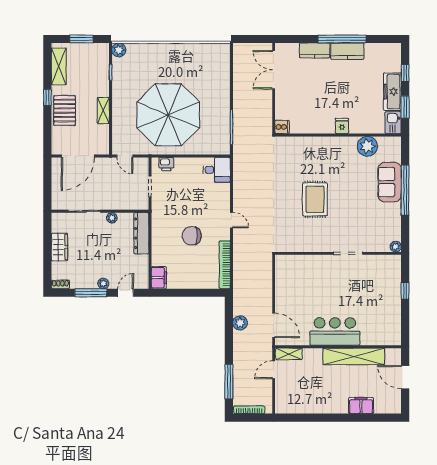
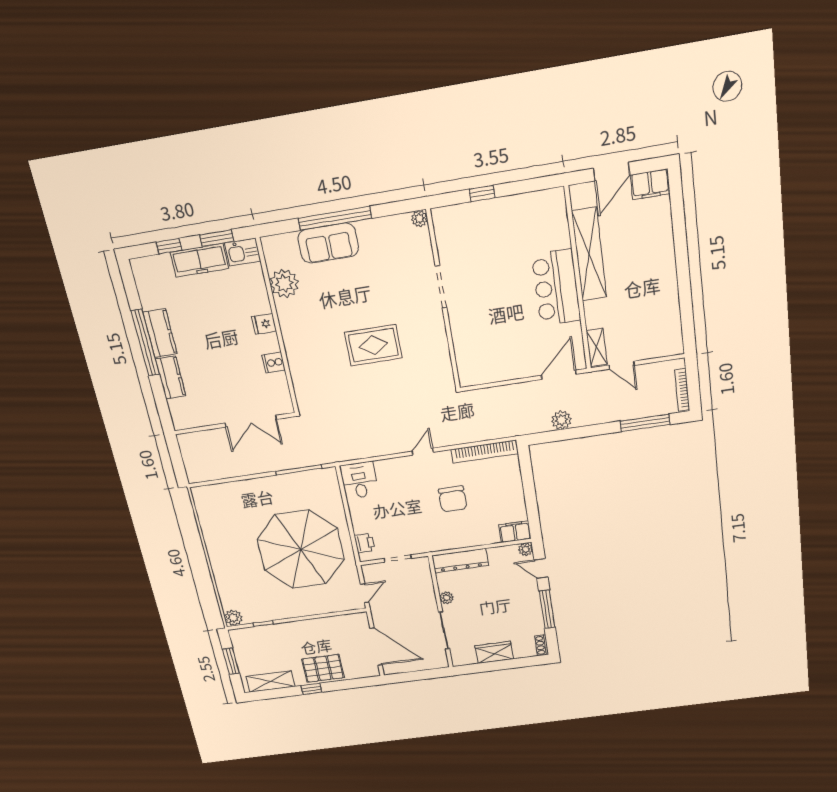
double door: (274, 70) -> (251, 421), moved
shelving: (103, 111) -> (313, 625), removed
cooker: (282, 127) -> (274, 363), moved, turned -90
plant: (103, 283) -> (526, 549), moved
filing cabinet: (361, 406) -> (650, 184), moved, turned -90

